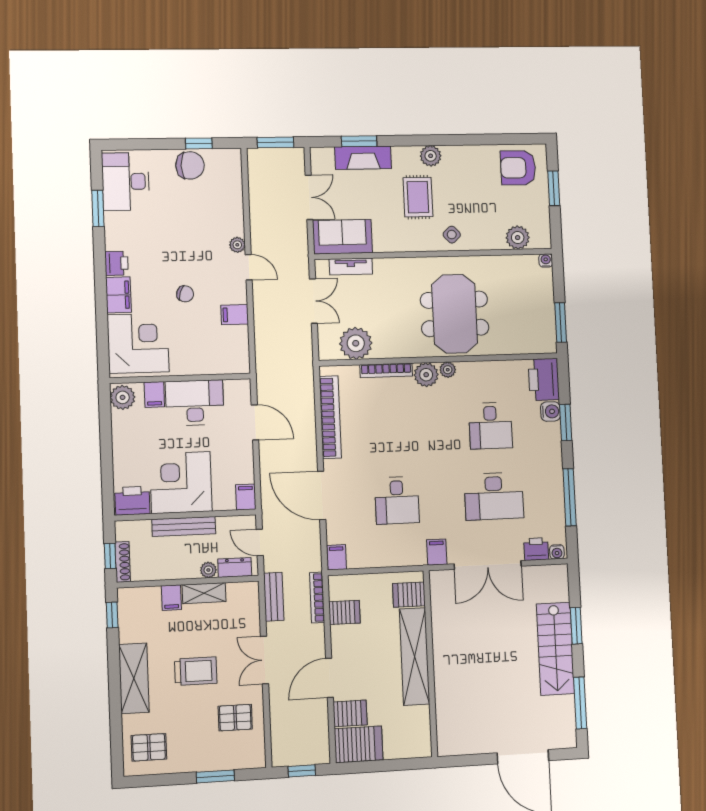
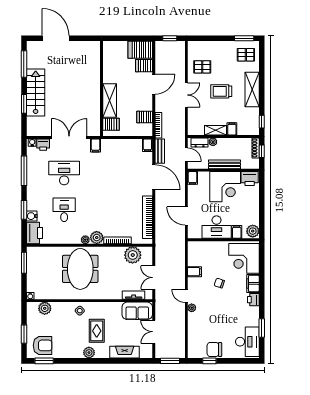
window: (359, 141) -> (44, 361), moved
desk: (397, 500) -> (115, 173), removed
bench: (274, 597) -> (160, 151), moved
shelving: (415, 657) -> (110, 100), width x0.68
window: (215, 776) -> (244, 38), moved

